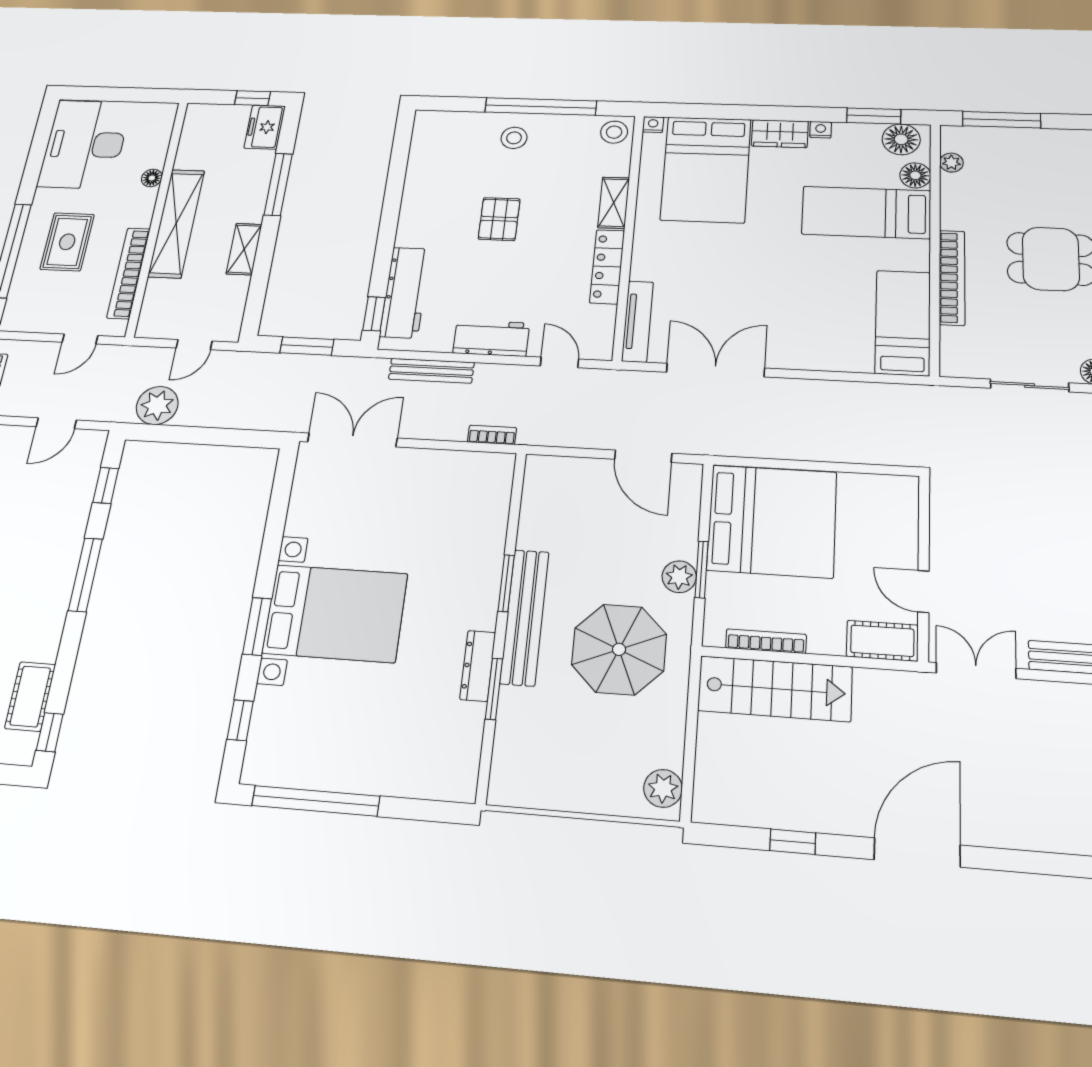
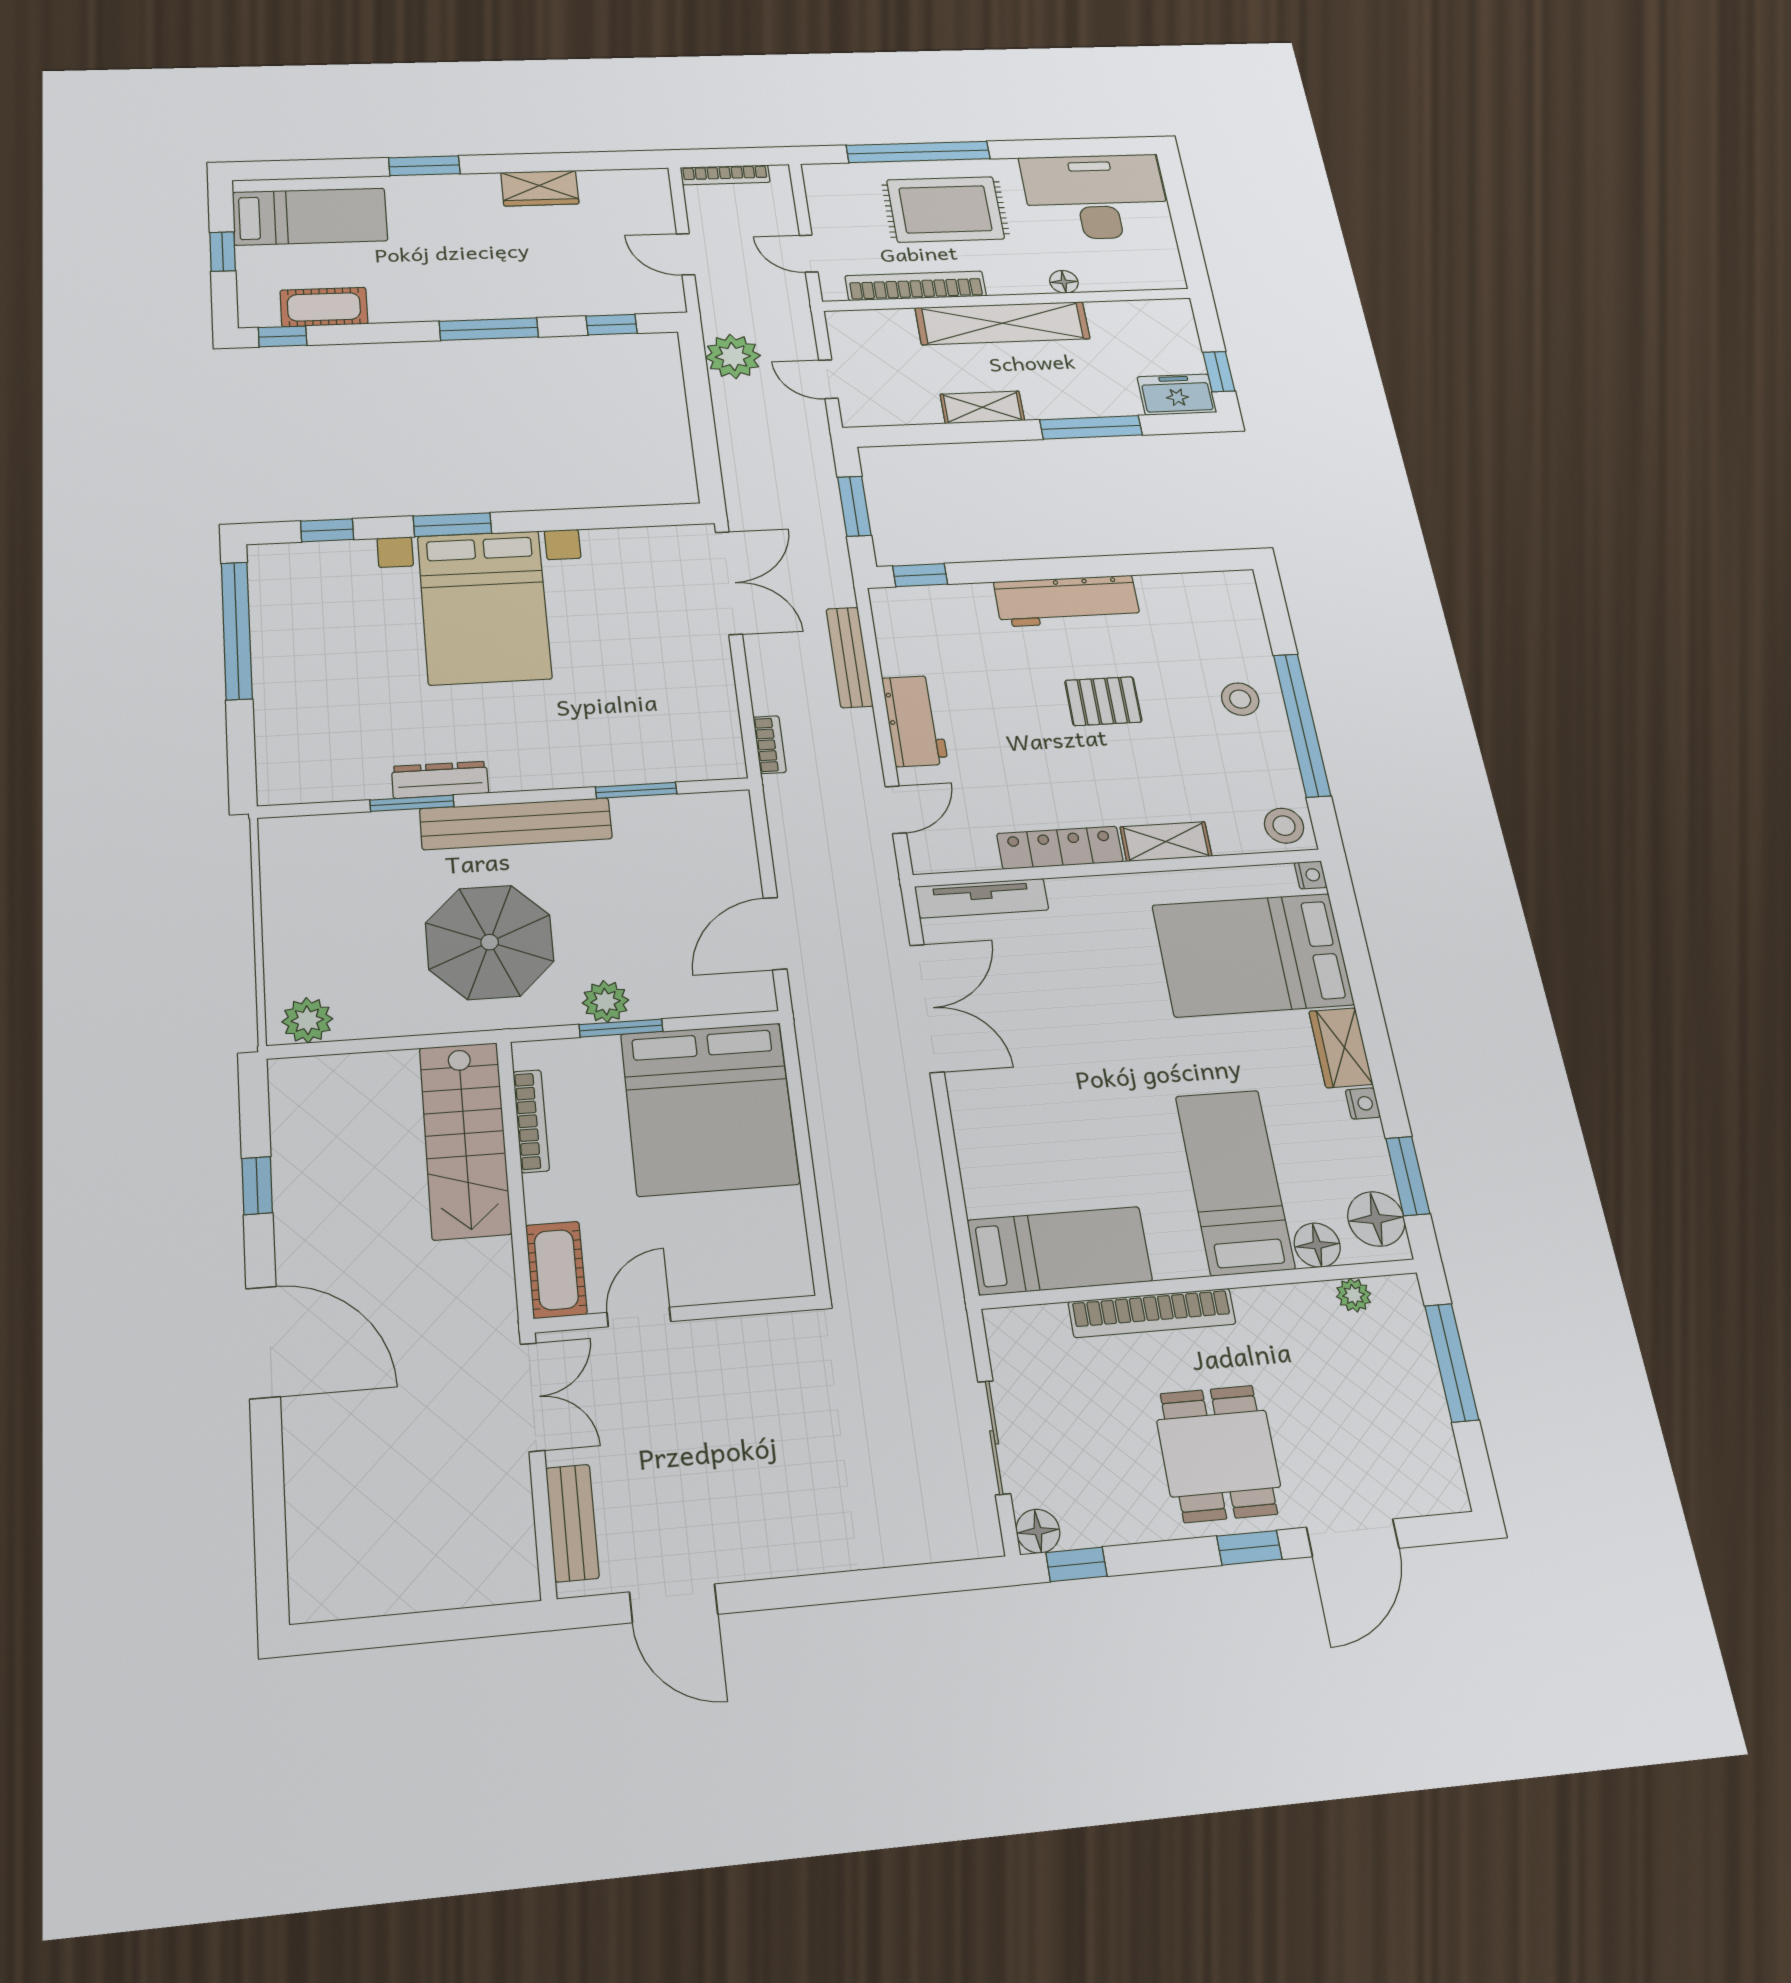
rug: (67, 242) -> (945, 209), width x1.36, depth x1.43
workbench: (405, 292) -> (1067, 601), moved
window: (506, 583) -> (636, 790), moved

